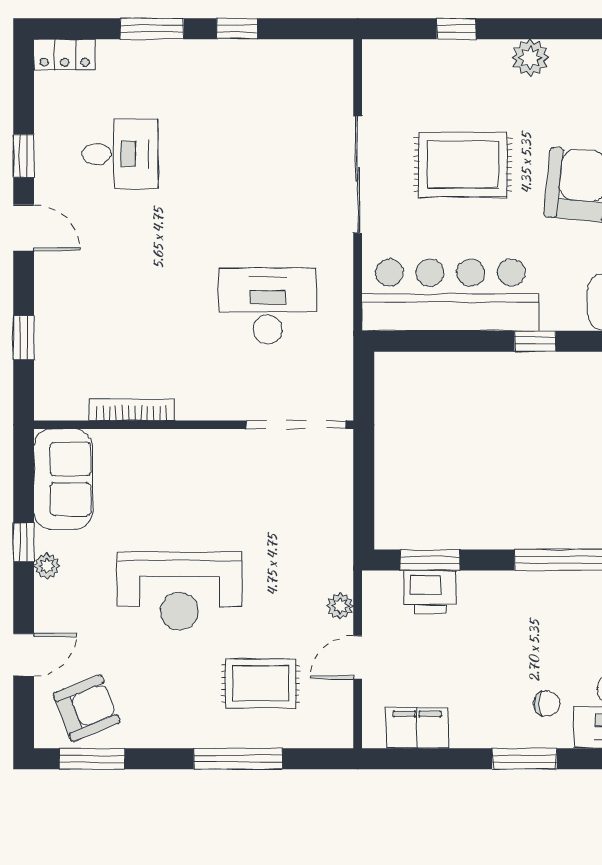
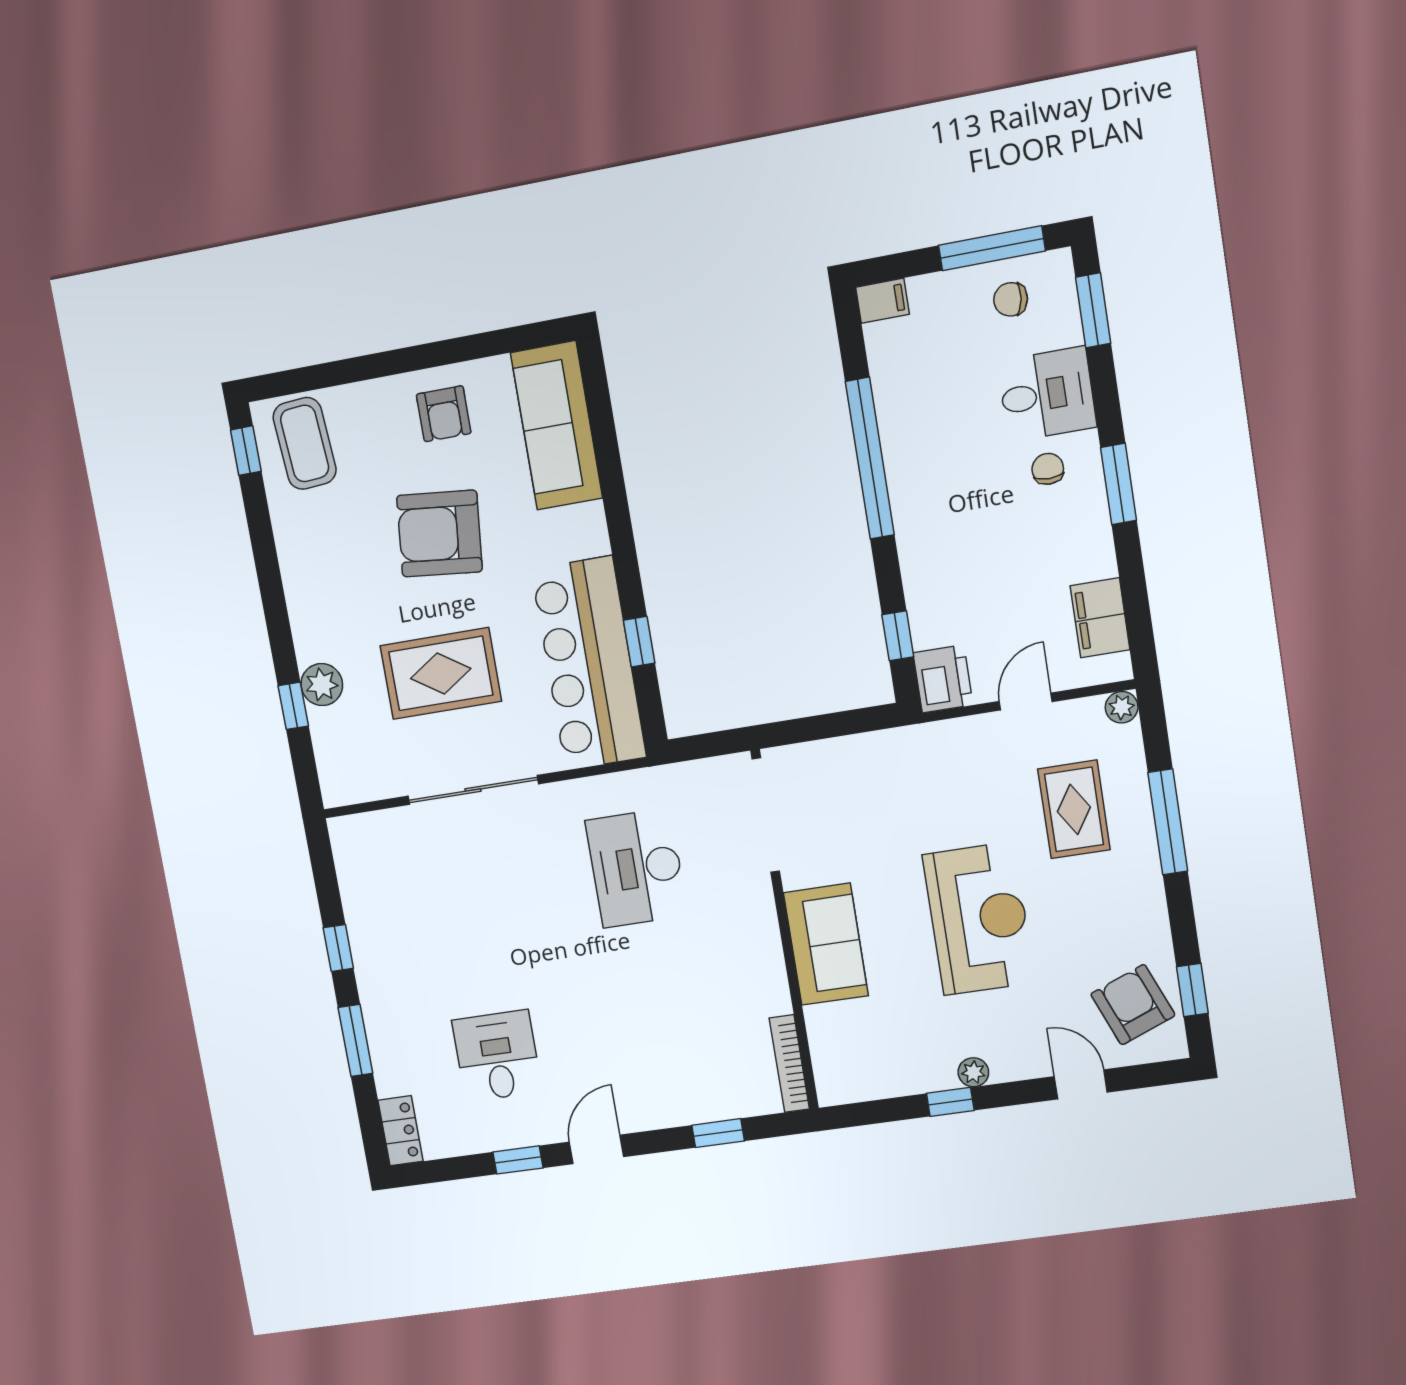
plant: (530, 58) -> (322, 685), moved
rug: (463, 165) -> (441, 673), turned 90
window: (535, 341) -> (639, 642), moved
bookcase: (132, 410) -> (789, 1064), moved
sofa: (63, 479) -> (826, 944), moved, turned 90
window: (430, 560) -> (898, 636), width x0.67
printer: (430, 592) -> (943, 679), moved
plant: (340, 606) -> (1122, 707), moved
door: (358, 657) -> (1026, 702), swing flipped
window: (92, 759) -> (1192, 990), width x0.67

